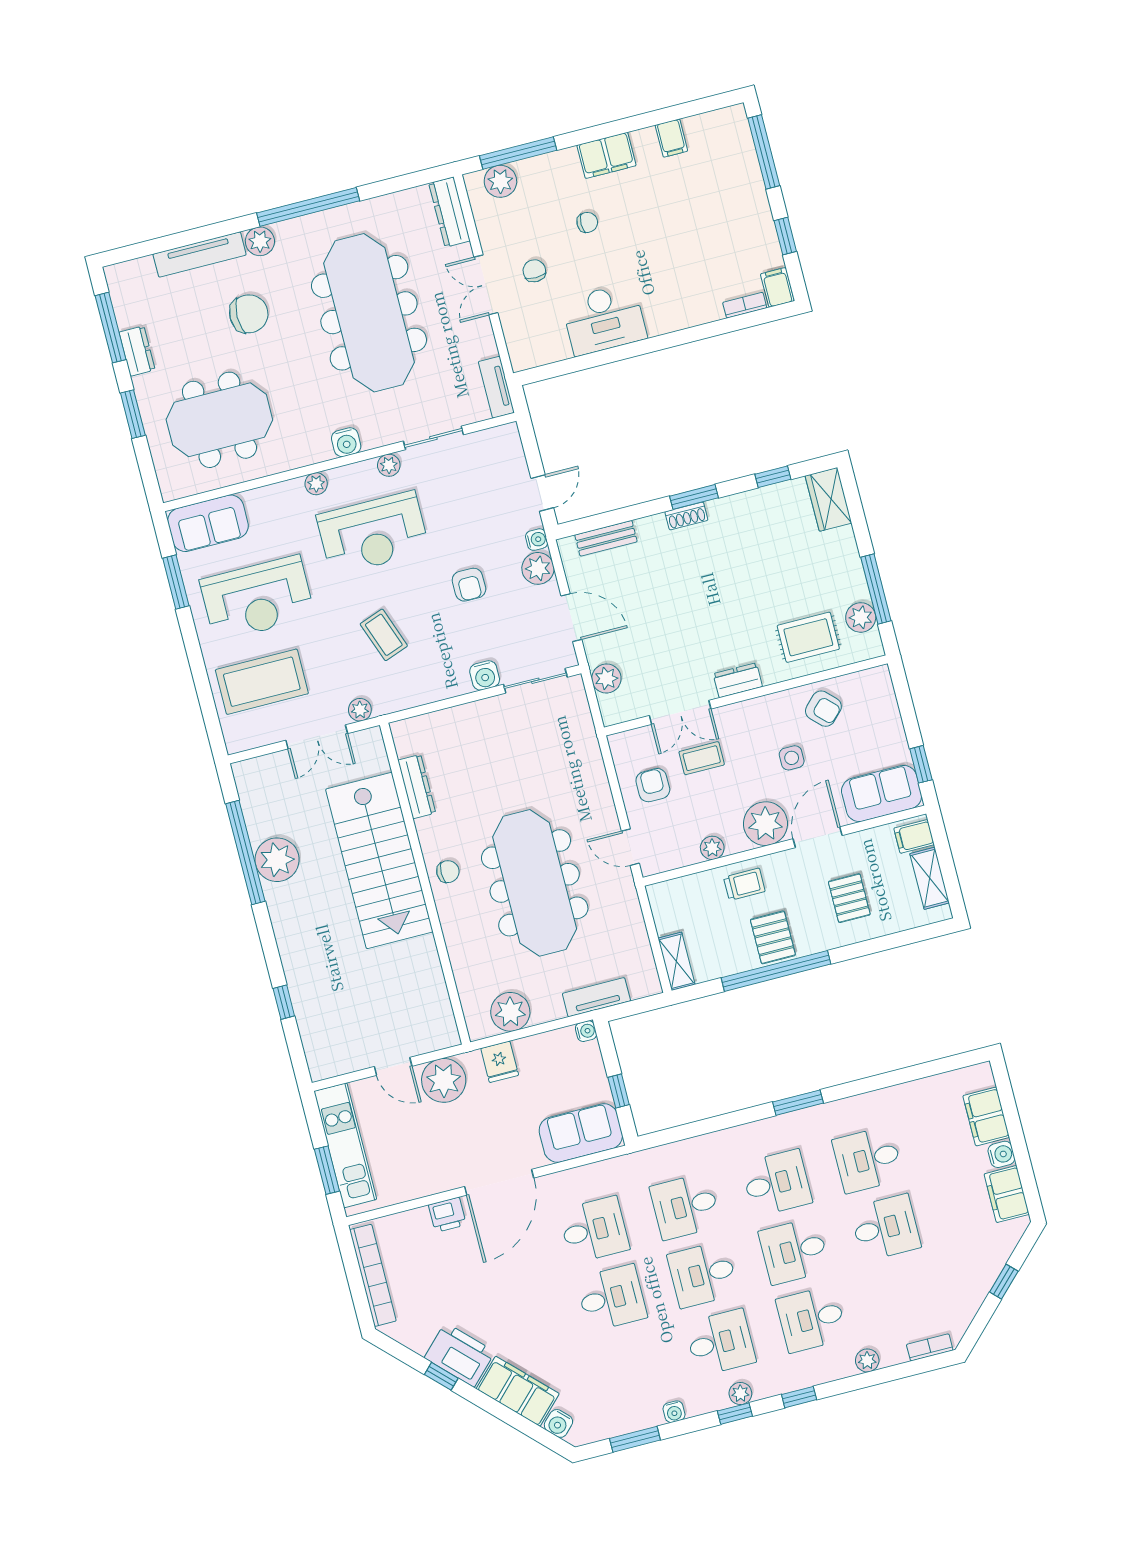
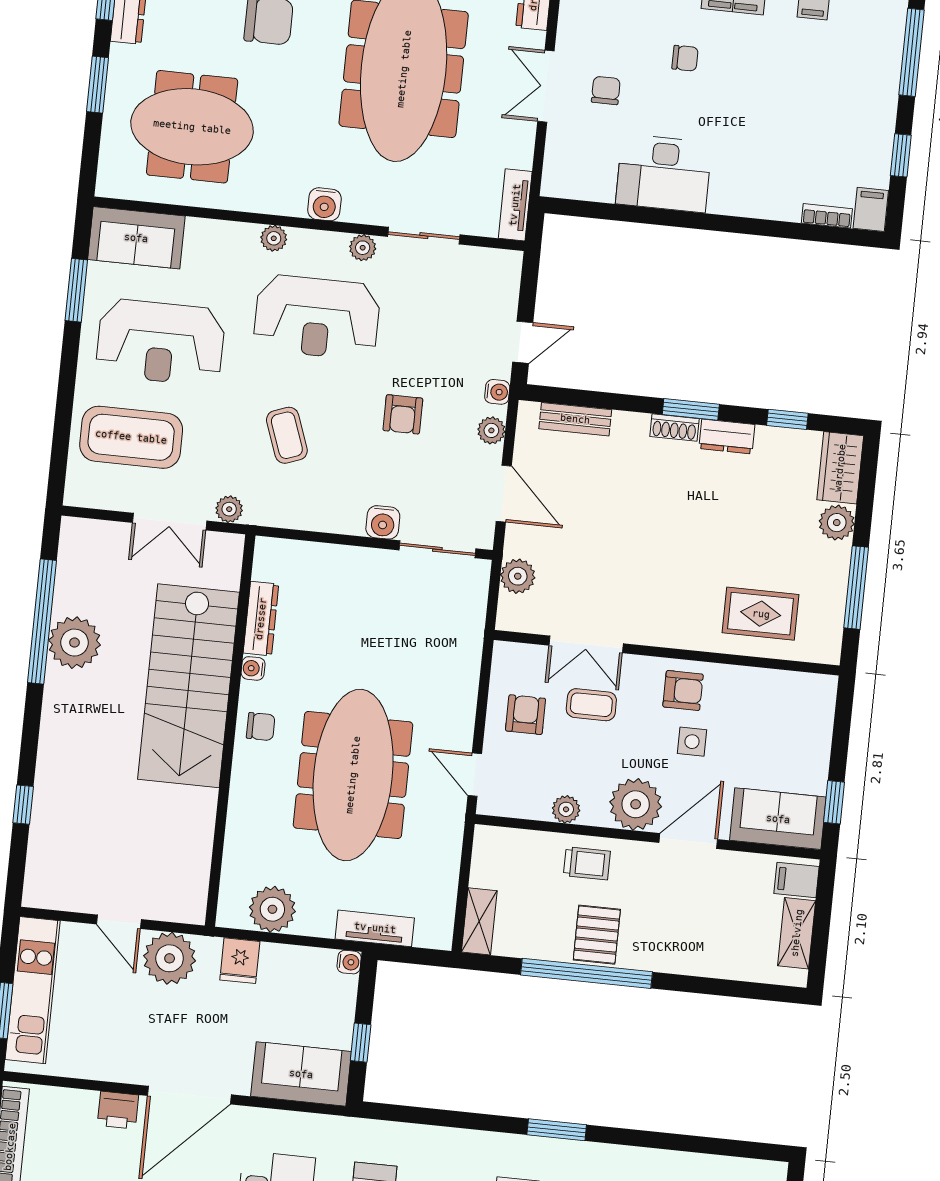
plant: (538, 568) -> (491, 430), width x0.73, depth x0.73
plant: (861, 617) -> (837, 523), moved
dresser: (738, 680) -> (727, 436), moved, turned 180
armchair: (823, 709) -> (683, 690), moved, turned -45
water cooler: (425, 828) -> (253, 668), added
pallet: (849, 898) -> (698, 922), removed

